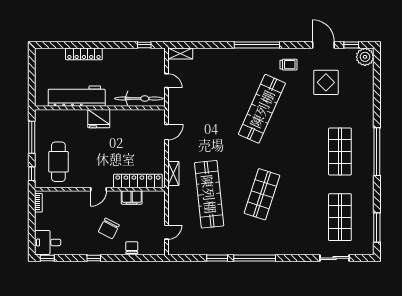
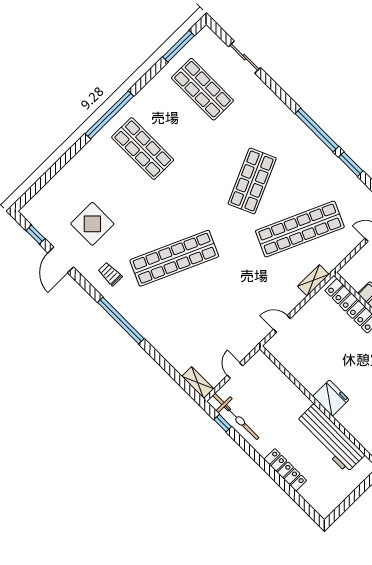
plant: (365, 57) -> (34, 211), removed
bicycle: (139, 98) -> (236, 416), moved, turned 180
shop shelf: (340, 151) -> (143, 149), turned 90
shop shelf: (209, 194) -> (300, 229), turned 30
shop shelf: (262, 194) -> (252, 181), turned -42
shop shelf: (340, 217) -> (202, 89), turned 90

